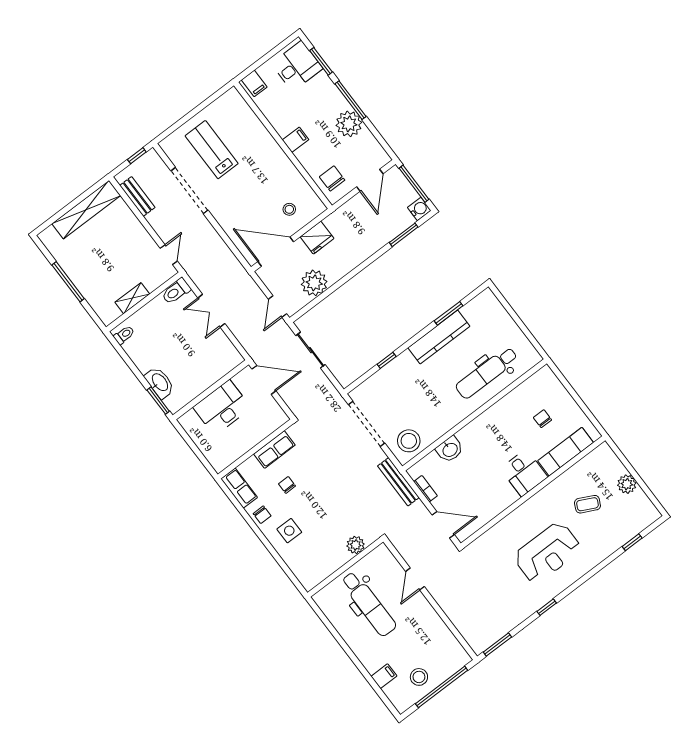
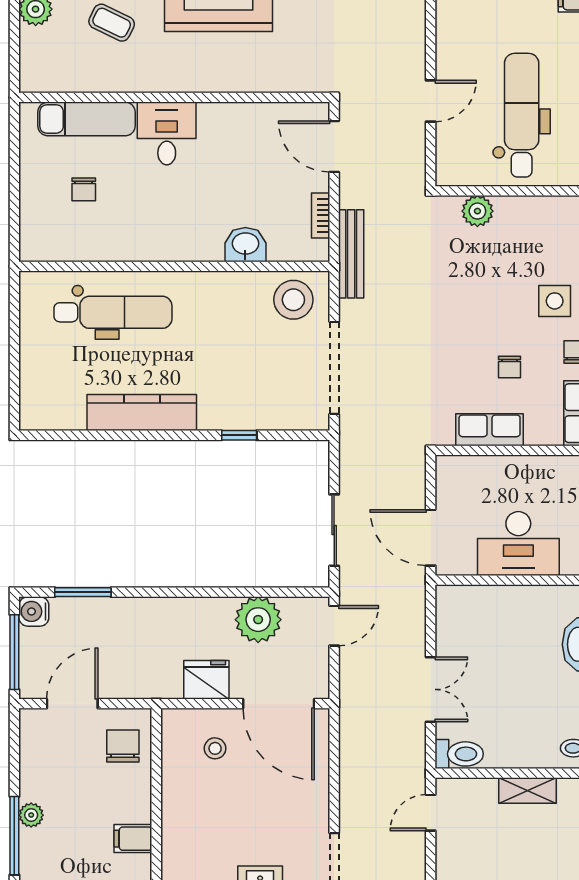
plant: (349, 124) -> (31, 815), width x0.53, depth x0.53
chair: (332, 178) -> (123, 746), turned 180
window: (449, 313) -> (103, 435), removed

